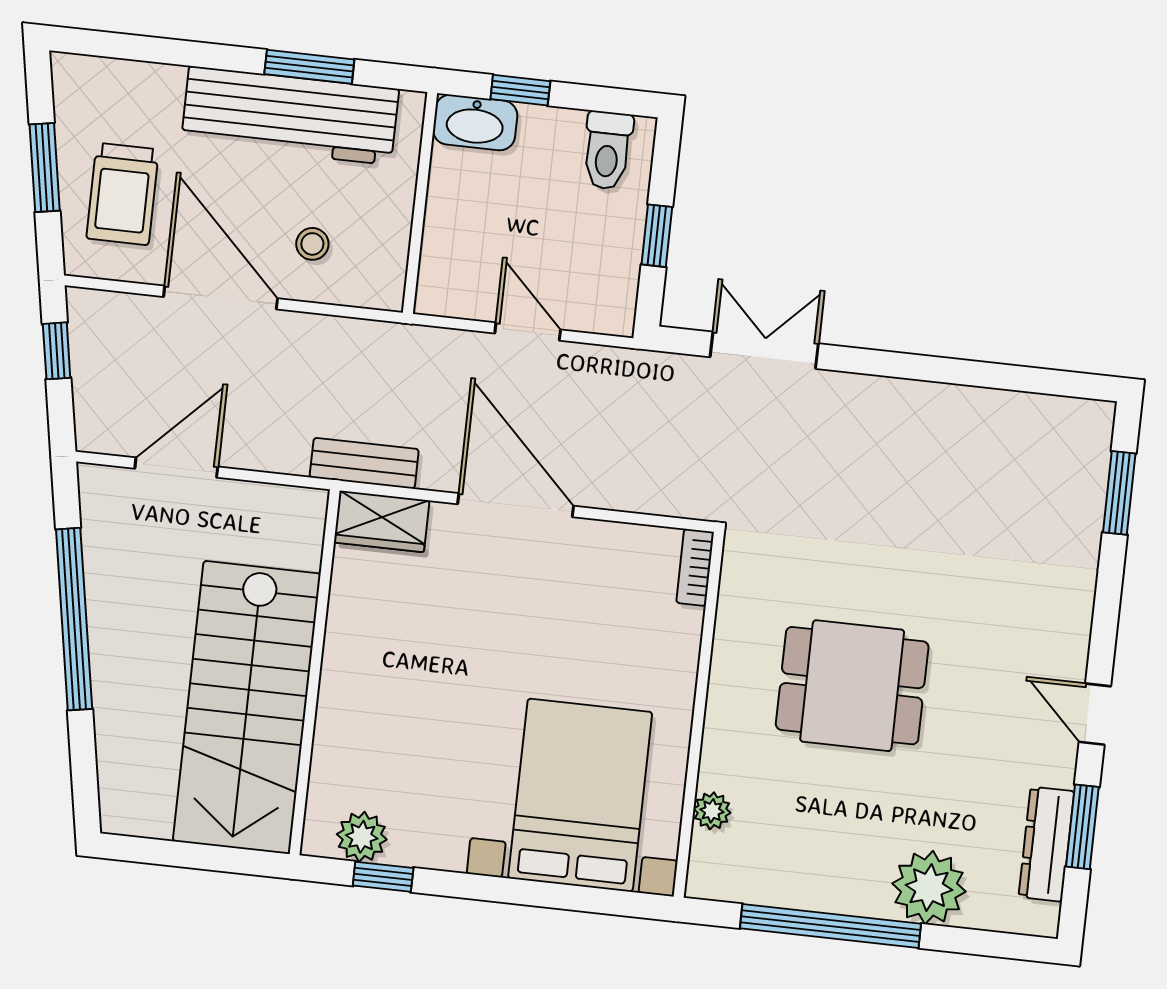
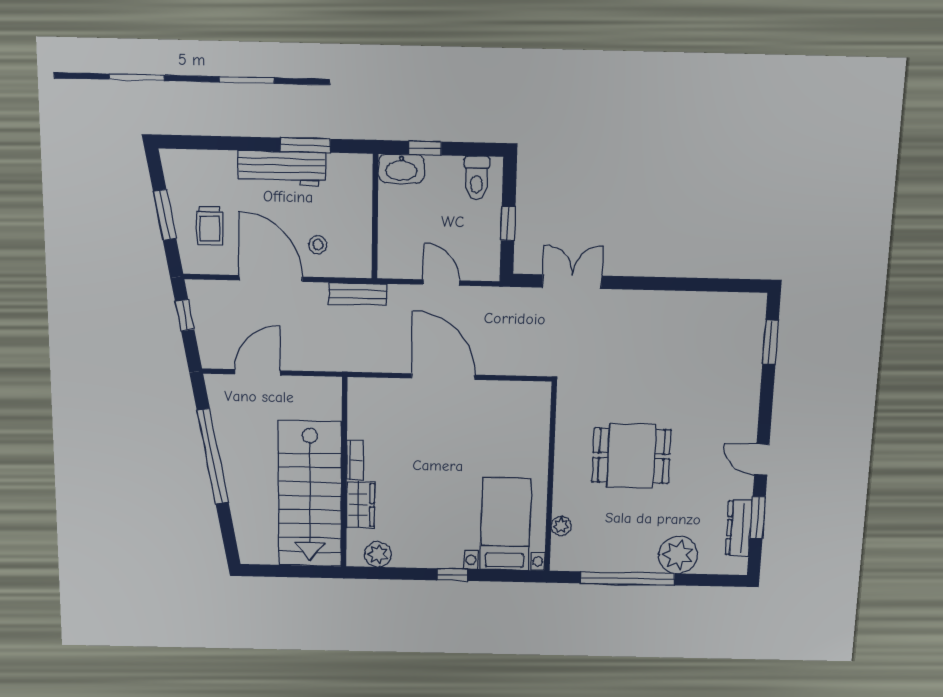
workbench: (290, 116) -> (282, 168), width x0.73, depth x0.76
trolley: (123, 194) -> (210, 226), width x0.73, depth x0.72
bench: (364, 463) -> (358, 294), moved
wardrobe: (382, 521) -> (360, 505), moved, turned -90
bookcase: (695, 567) -> (355, 460), moved, turned 180
bed with nightstands: (580, 795) -> (506, 524), width x0.73
window: (383, 877) -> (452, 575), moved

